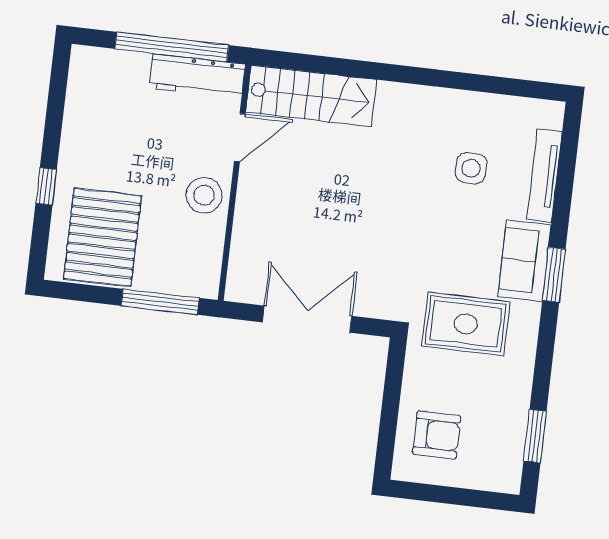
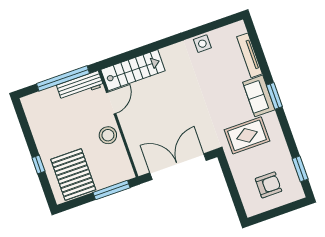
side table: (471, 168) -> (202, 44), moved
double door: (307, 319) -> (178, 167), width x1.36
armchair: (437, 435) -> (268, 185), moved

